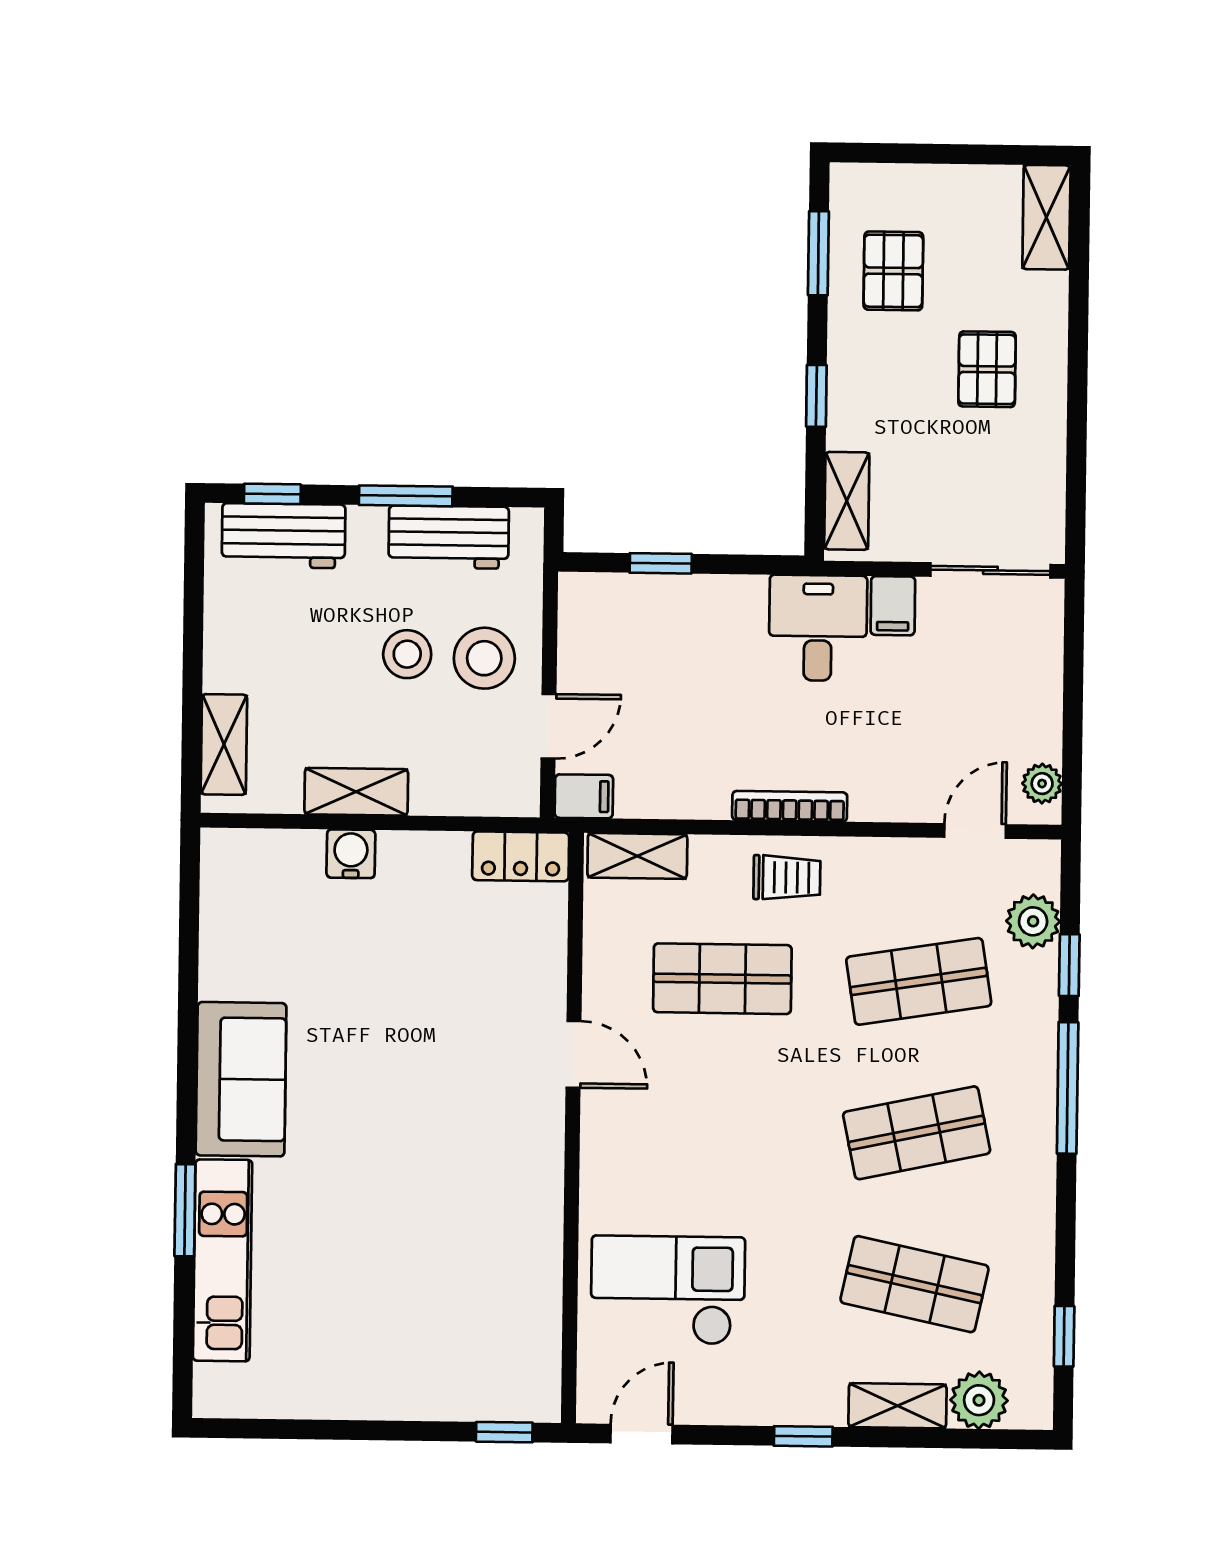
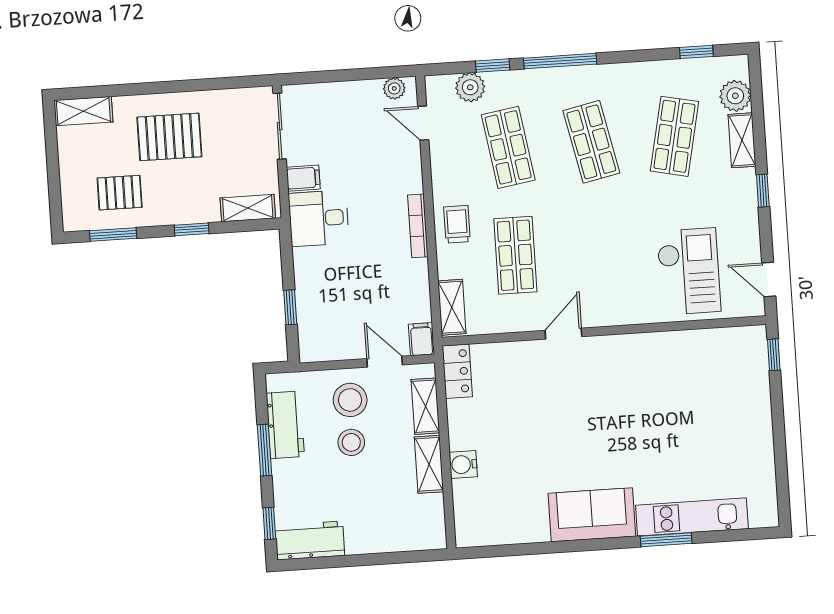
pallet: (987, 369) -> (169, 137), width x1.50, depth x1.42
workbench: (284, 536) -> (310, 540), moved, turned -90
shelving: (224, 744) -> (425, 406), moved, turned 90
checkout: (668, 1290) -> (689, 271), turned 180

